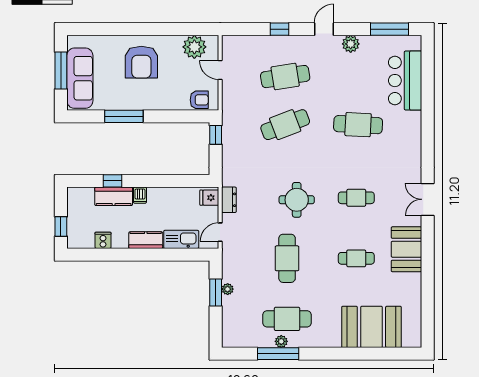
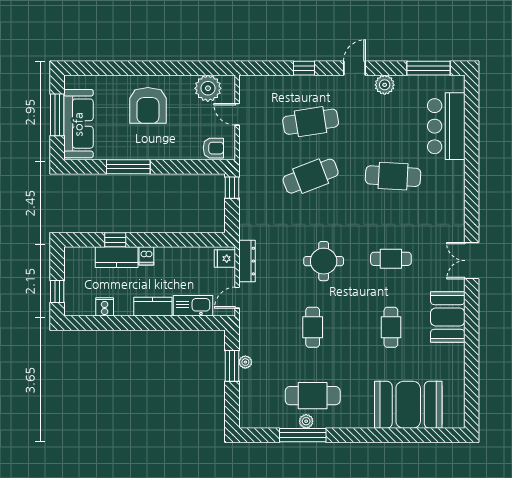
dresser: (229, 200) -> (247, 261), width x1.44
cafe table: (287, 258) -> (313, 327), width x0.73, depth x0.74
cafe table: (356, 258) -> (391, 327), turned 90

